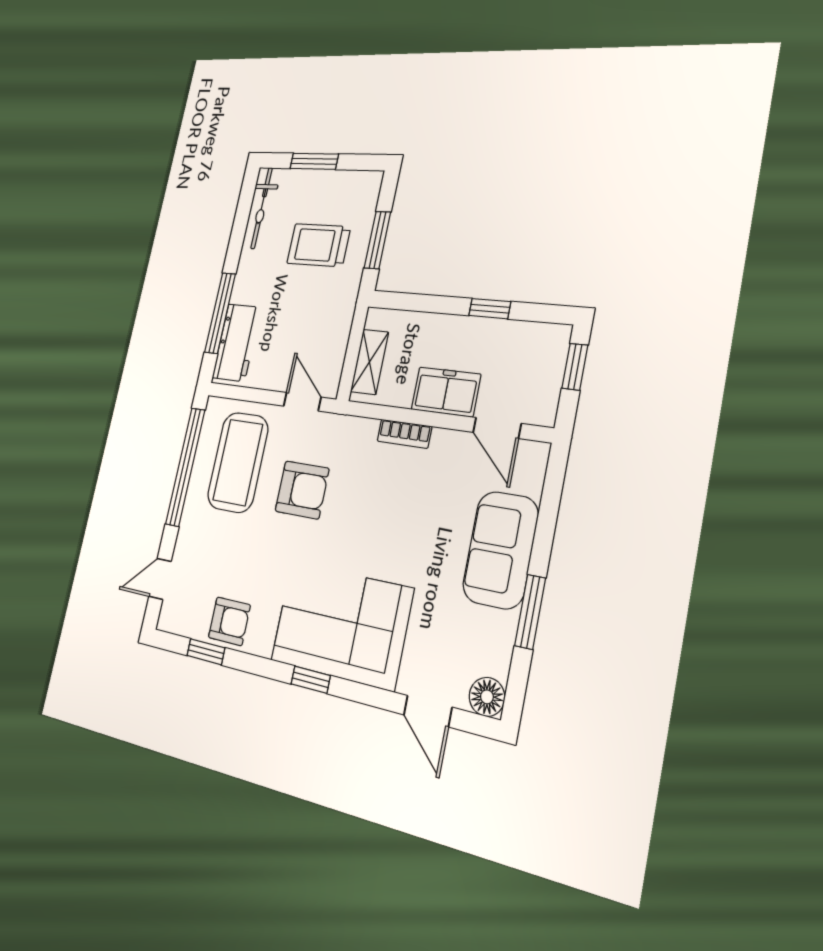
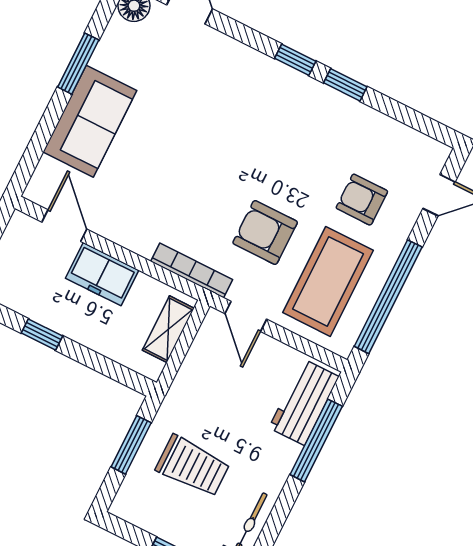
bookcase: (404, 434) -> (192, 271), moved, width x1.56
armchair: (229, 621) -> (362, 200), moved
corner sofa: (341, 625) -> (254, 99), removed
window: (206, 652) -> (345, 85), moved

